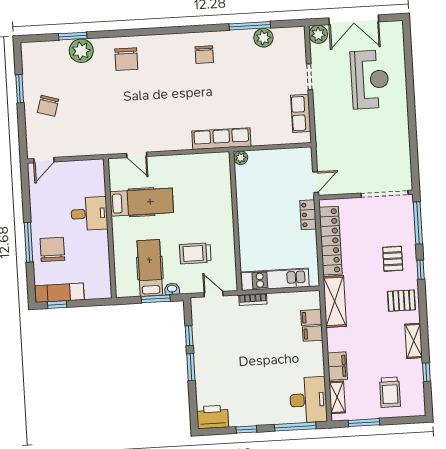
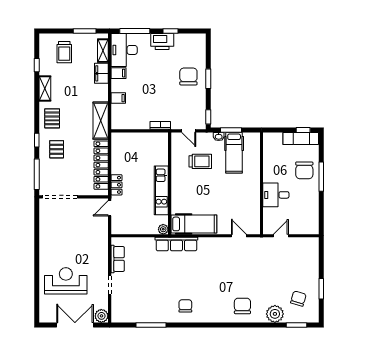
window: (73, 36) -> (297, 325), moved
plant: (263, 38) -> (142, 316), removed
reception desk: (370, 80) -> (66, 281), turned 90
chair: (48, 106) -> (298, 299), moved
door: (44, 160) -> (281, 236), moved
hospital bed: (142, 202) -> (194, 224), moved, turned 180
kitchen unit: (275, 279) -> (161, 190), moved, turned 90
pallet: (401, 301) -> (52, 118), turned 90
filing cabinet: (311, 317) -> (118, 73), moved
window: (189, 336) -> (208, 117), moved
chair: (218, 369) -> (188, 76), added
trolley: (390, 392) -> (64, 52), turned 180
printer: (213, 417) -> (162, 42), moved

